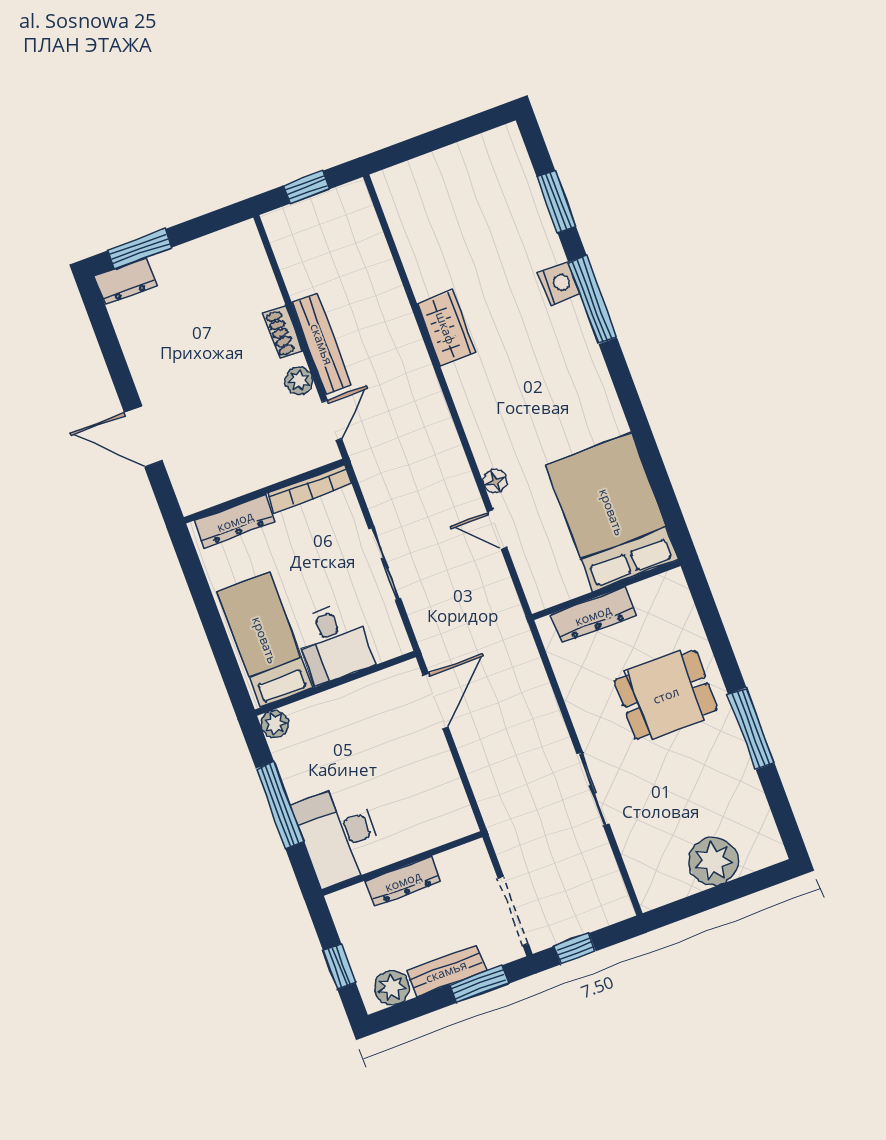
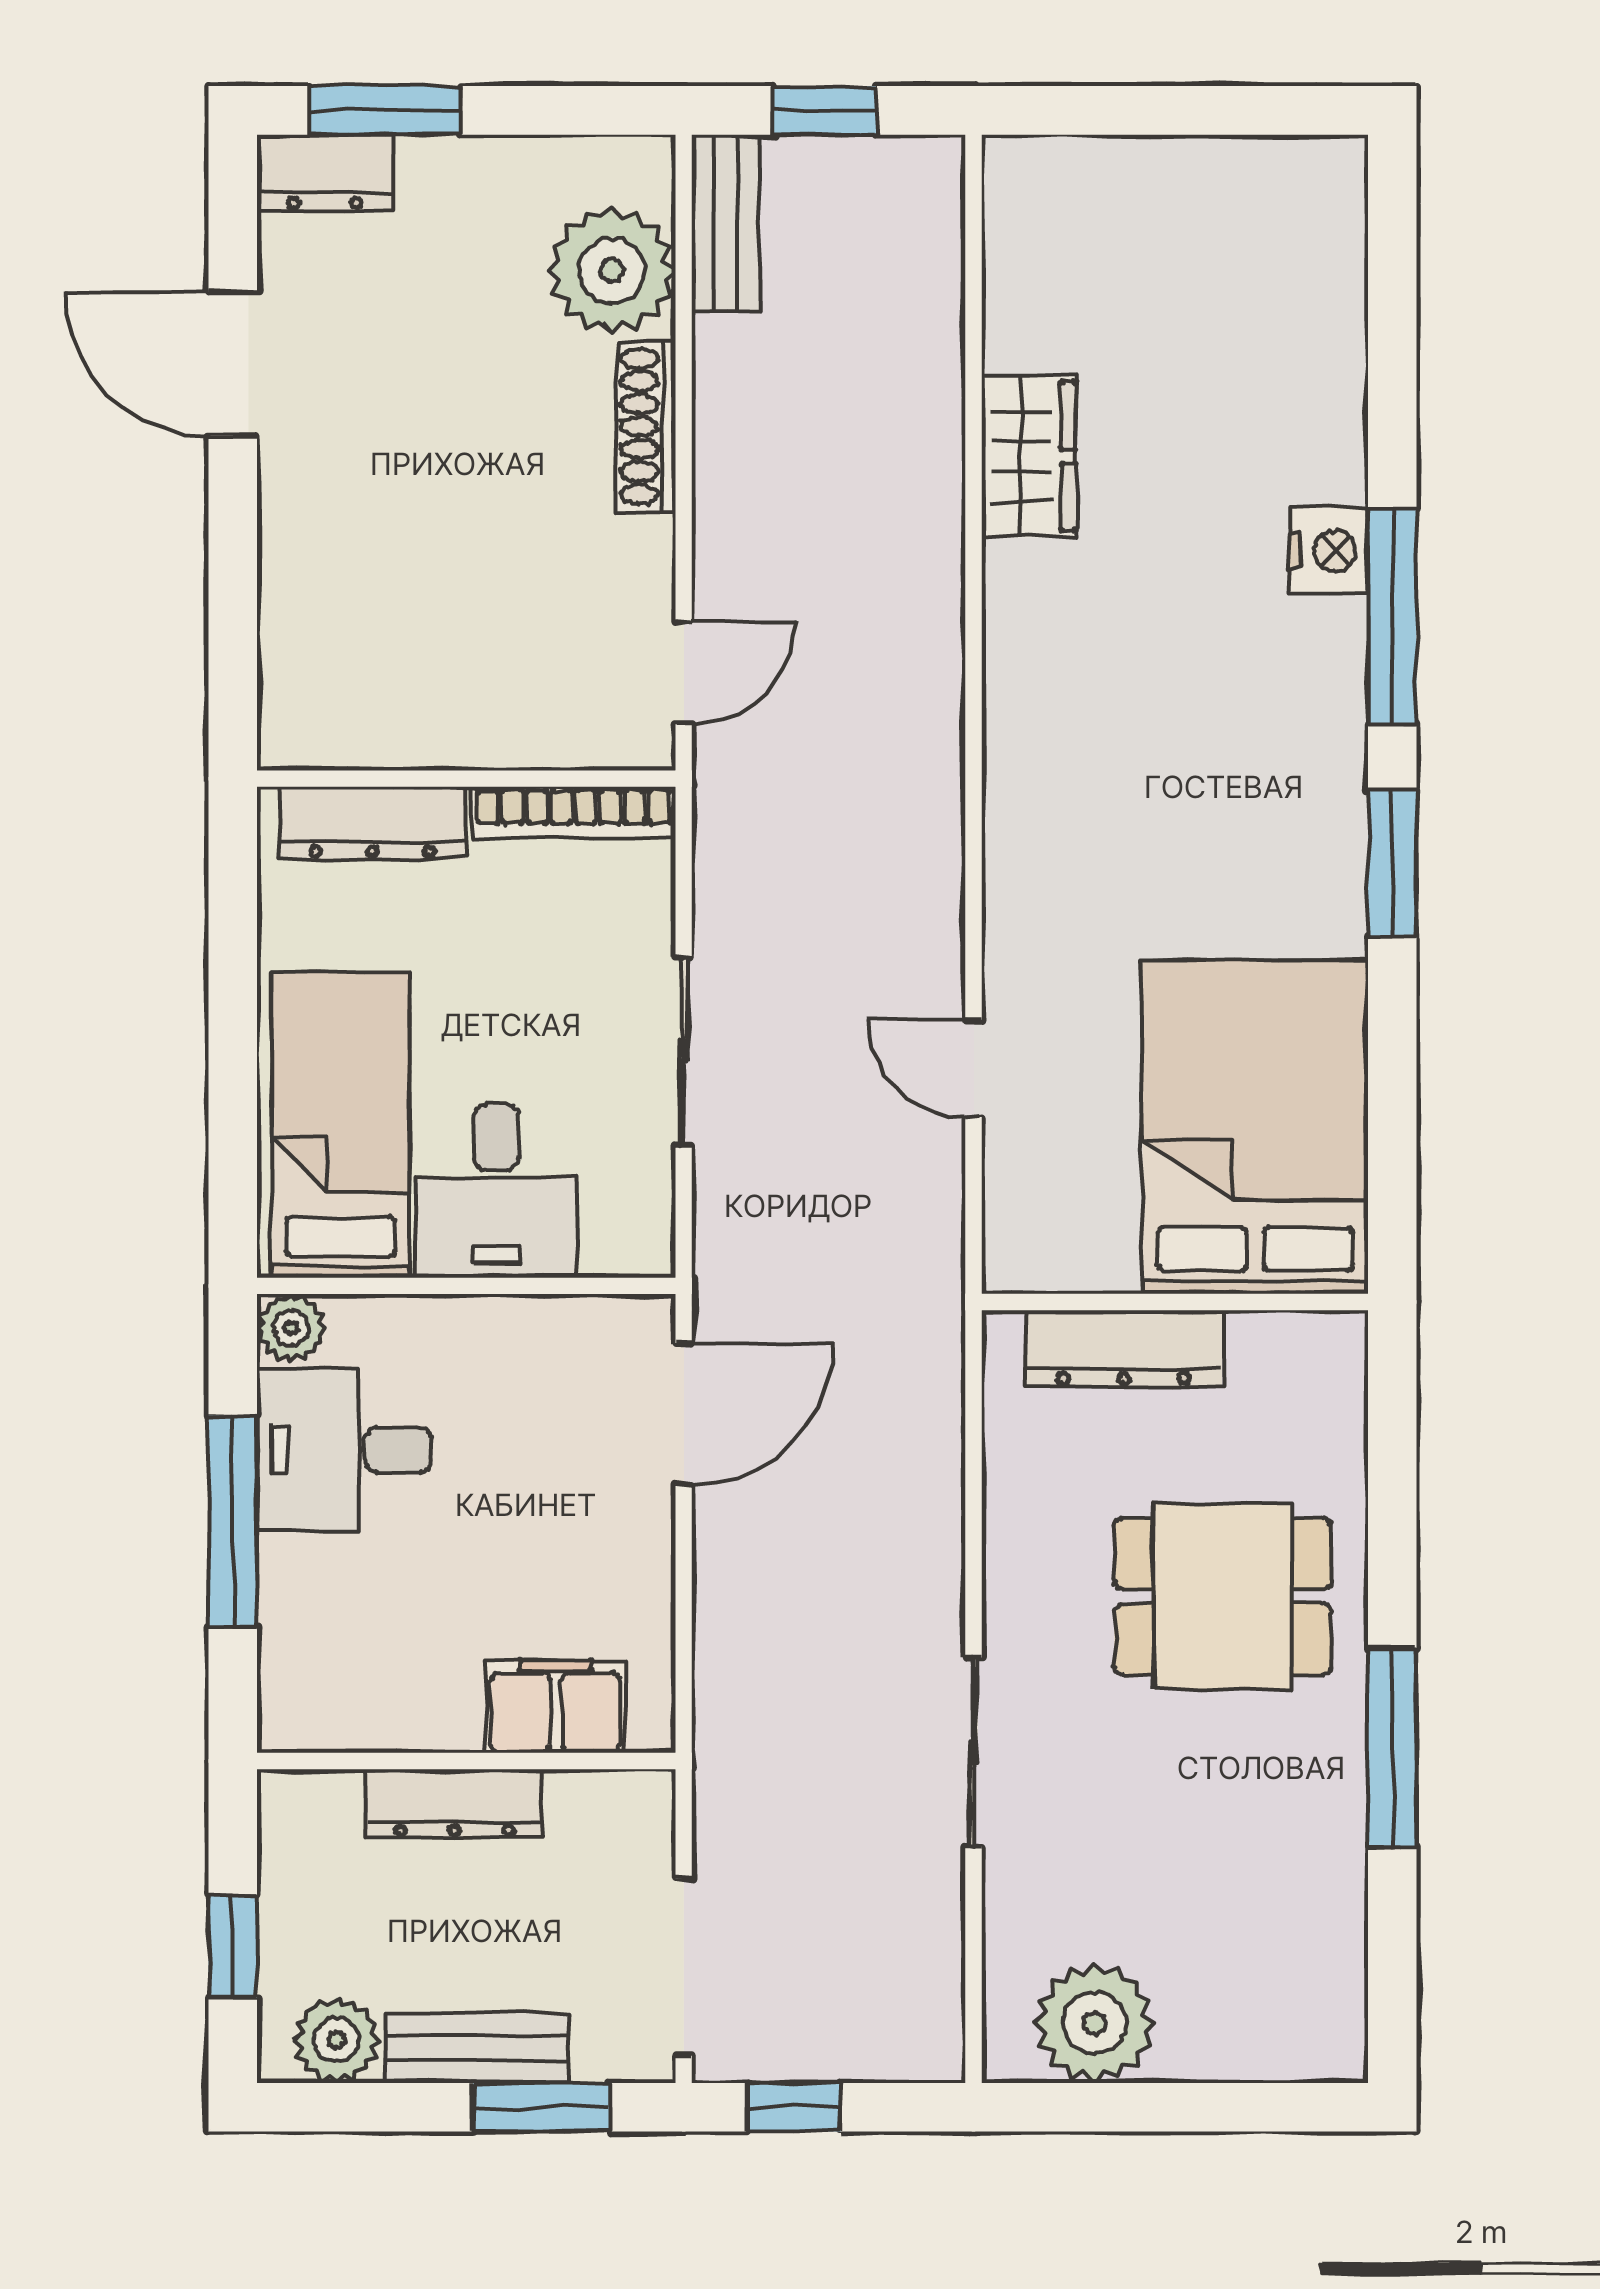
window: (556, 202) -> (1392, 863), moved
wardrobe: (446, 328) -> (1029, 456), moved
shoe rack: (283, 332) -> (646, 426), width x1.43
bench: (322, 344) -> (726, 223), moved, width x0.73
plant: (299, 381) -> (612, 270), moved, width x1.88, depth x1.88
door: (143, 437) -> (233, 364), moved
floor lamp: (495, 481) -> (1010, 954), removed
filing cabinet: (428, 830) -> (556, 1706), added
desk: (339, 835) -> (344, 1450), moved, width x0.73
plant: (713, 861) -> (1094, 2023), moved

